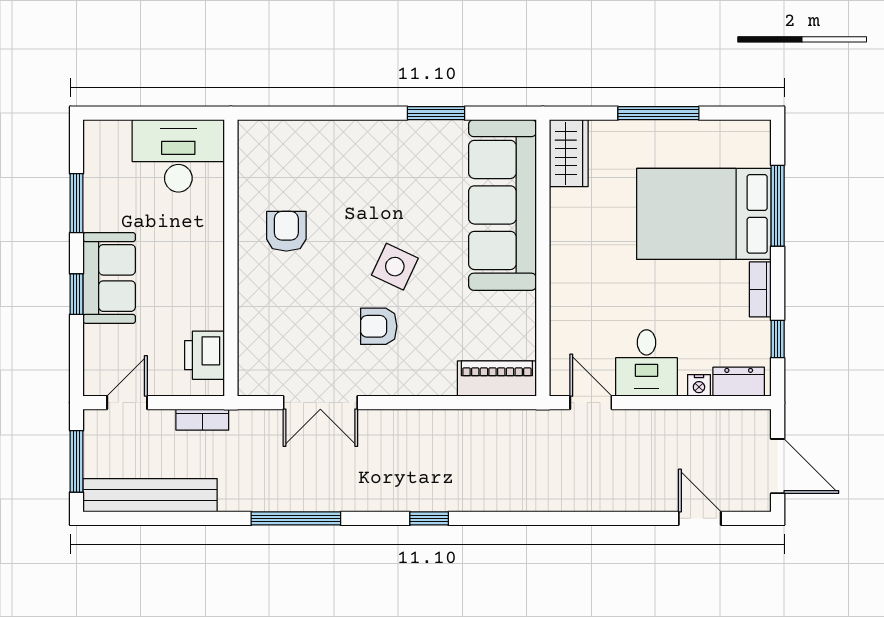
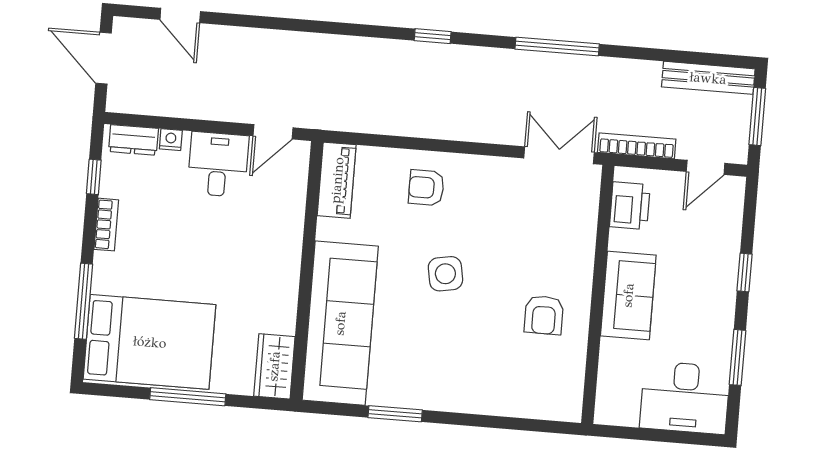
desk: (178, 156) -> (685, 398), moved
bed: (704, 214) -> (150, 342), moved
side table: (395, 267) -> (445, 274), turned -35
sofa: (109, 278) -> (628, 295), moved, turned 180
armchair: (379, 326) -> (426, 188), moved, turned 180
piano: (497, 378) -> (337, 180), moved, turned -90
double door: (320, 403) -> (559, 155), moved
door: (591, 403) -> (273, 132), hinge flipped
bookcase: (202, 420) -> (637, 146), width x1.56
bench: (150, 495) -> (708, 78), width x0.73, depth x0.82

